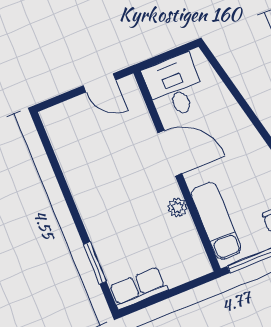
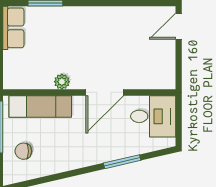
door: (100, 83) -> (179, 26), moved
window: (241, 101) -> (122, 162), added

